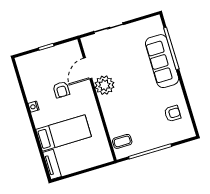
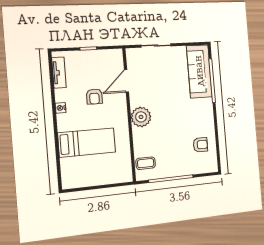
sofa: (162, 61) -> (199, 71), moved
plant: (104, 85) -> (141, 117), moved
tv unit: (52, 164) -> (59, 73), moved

